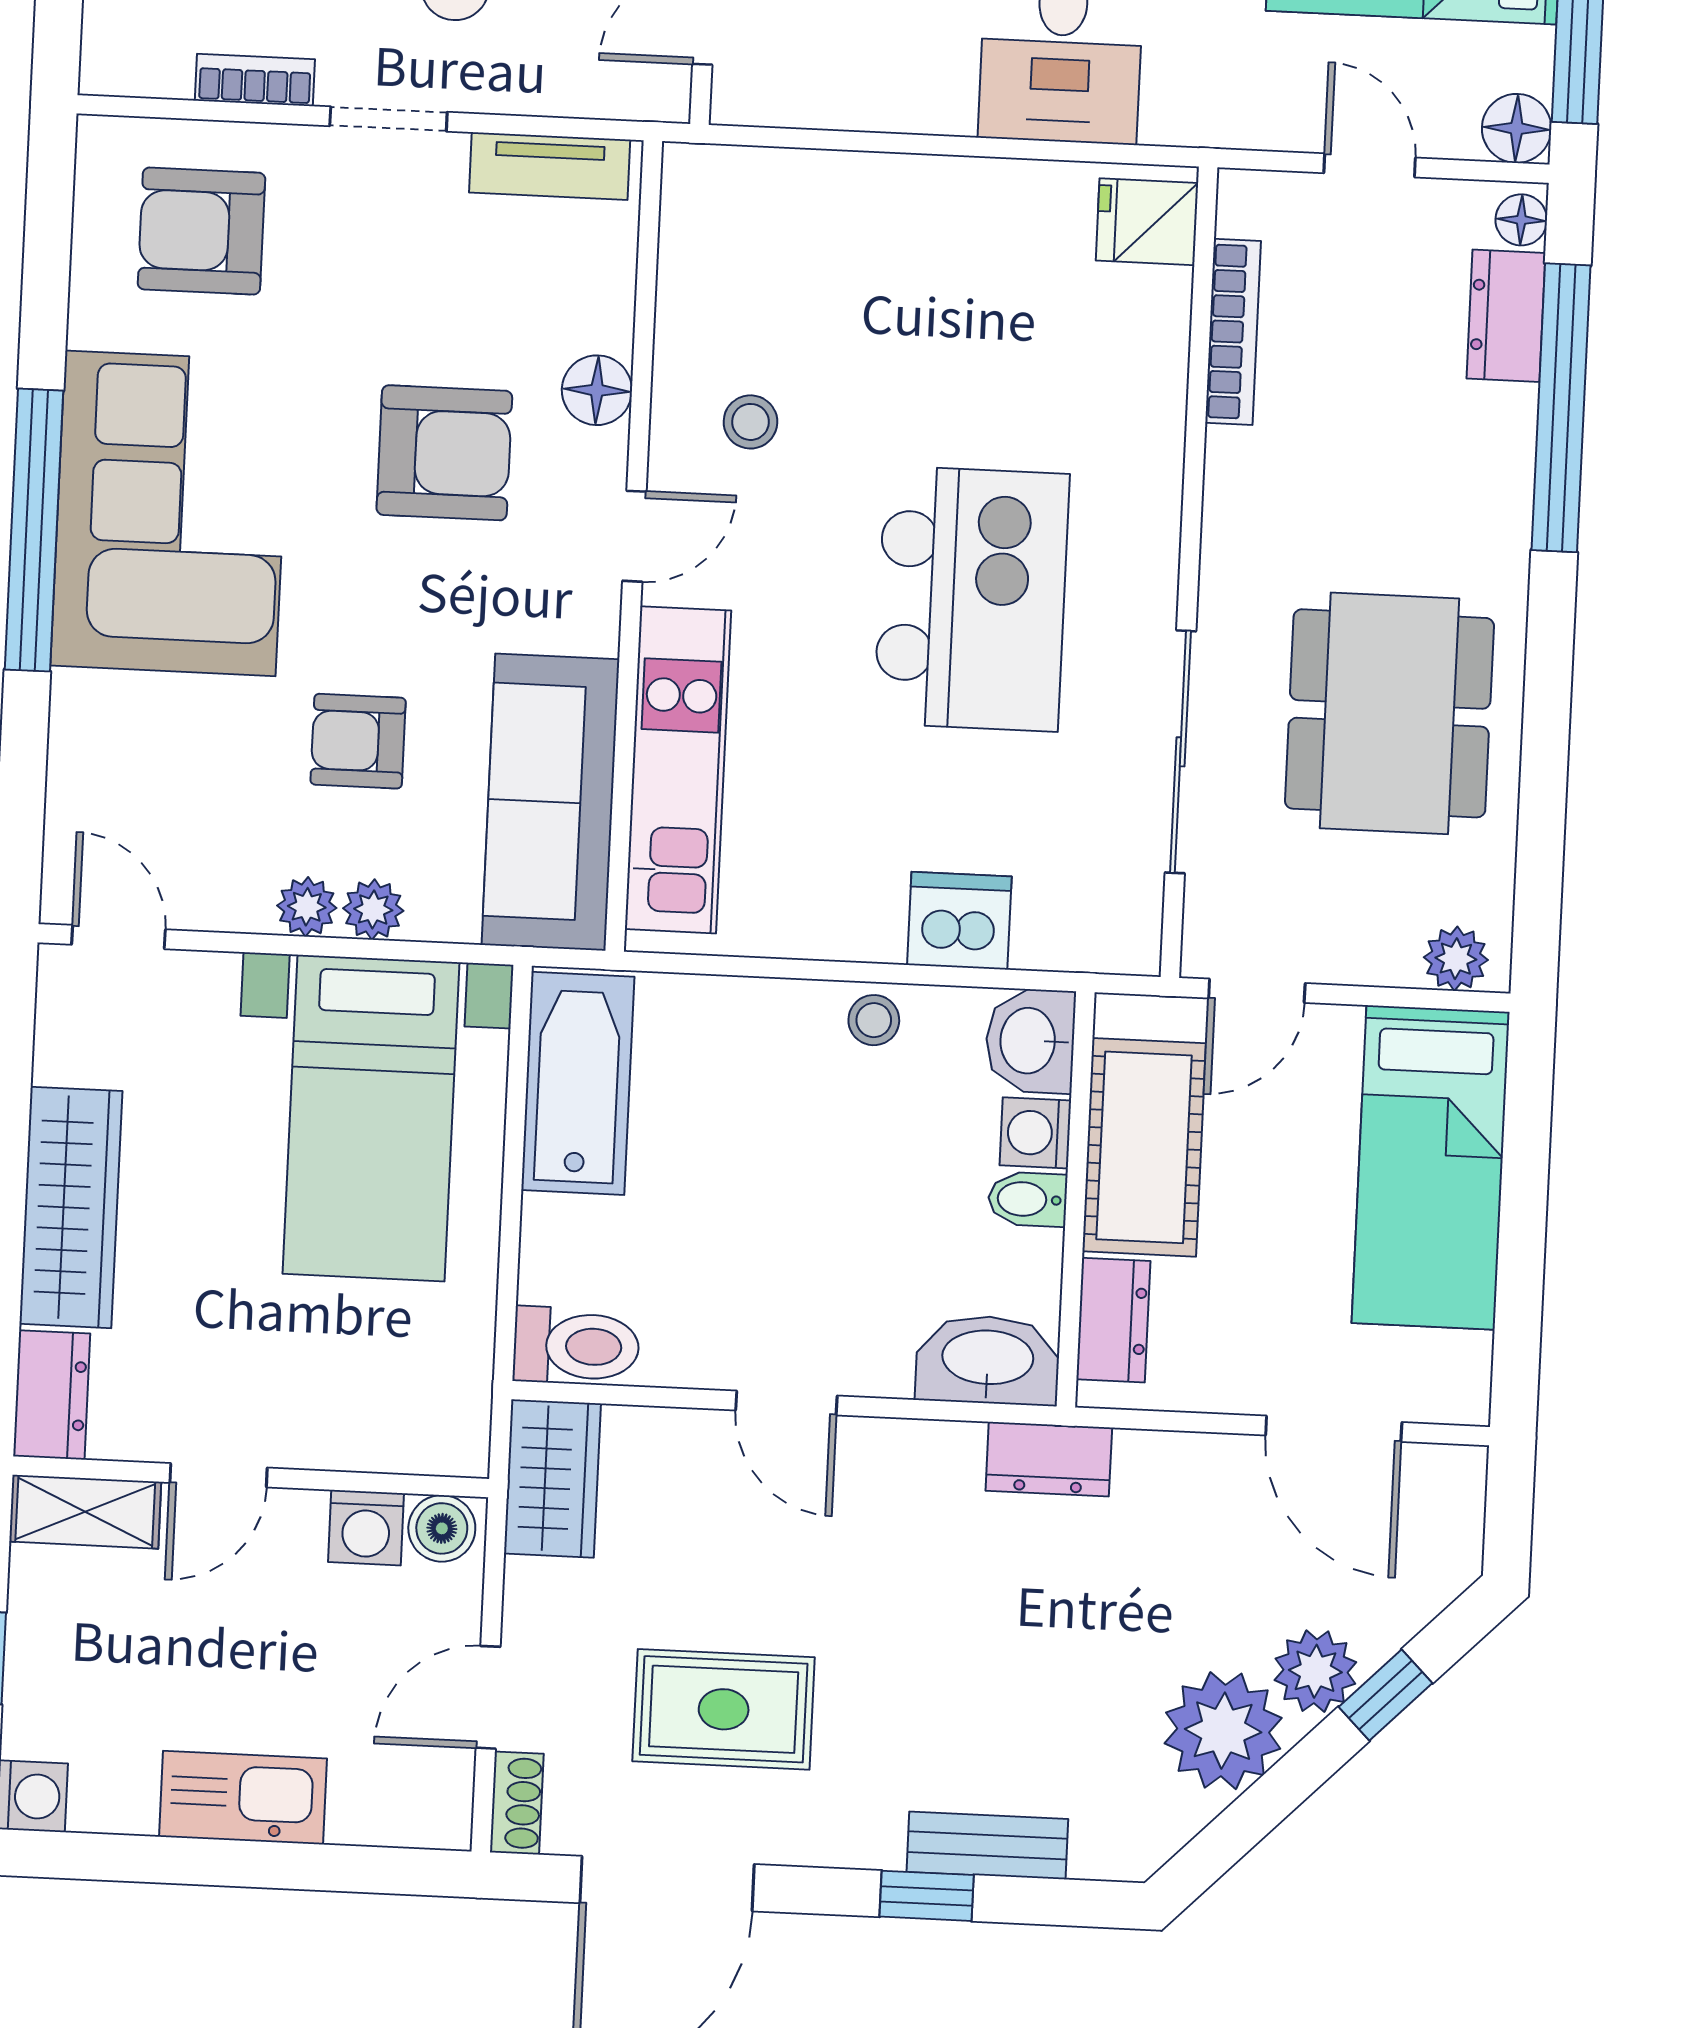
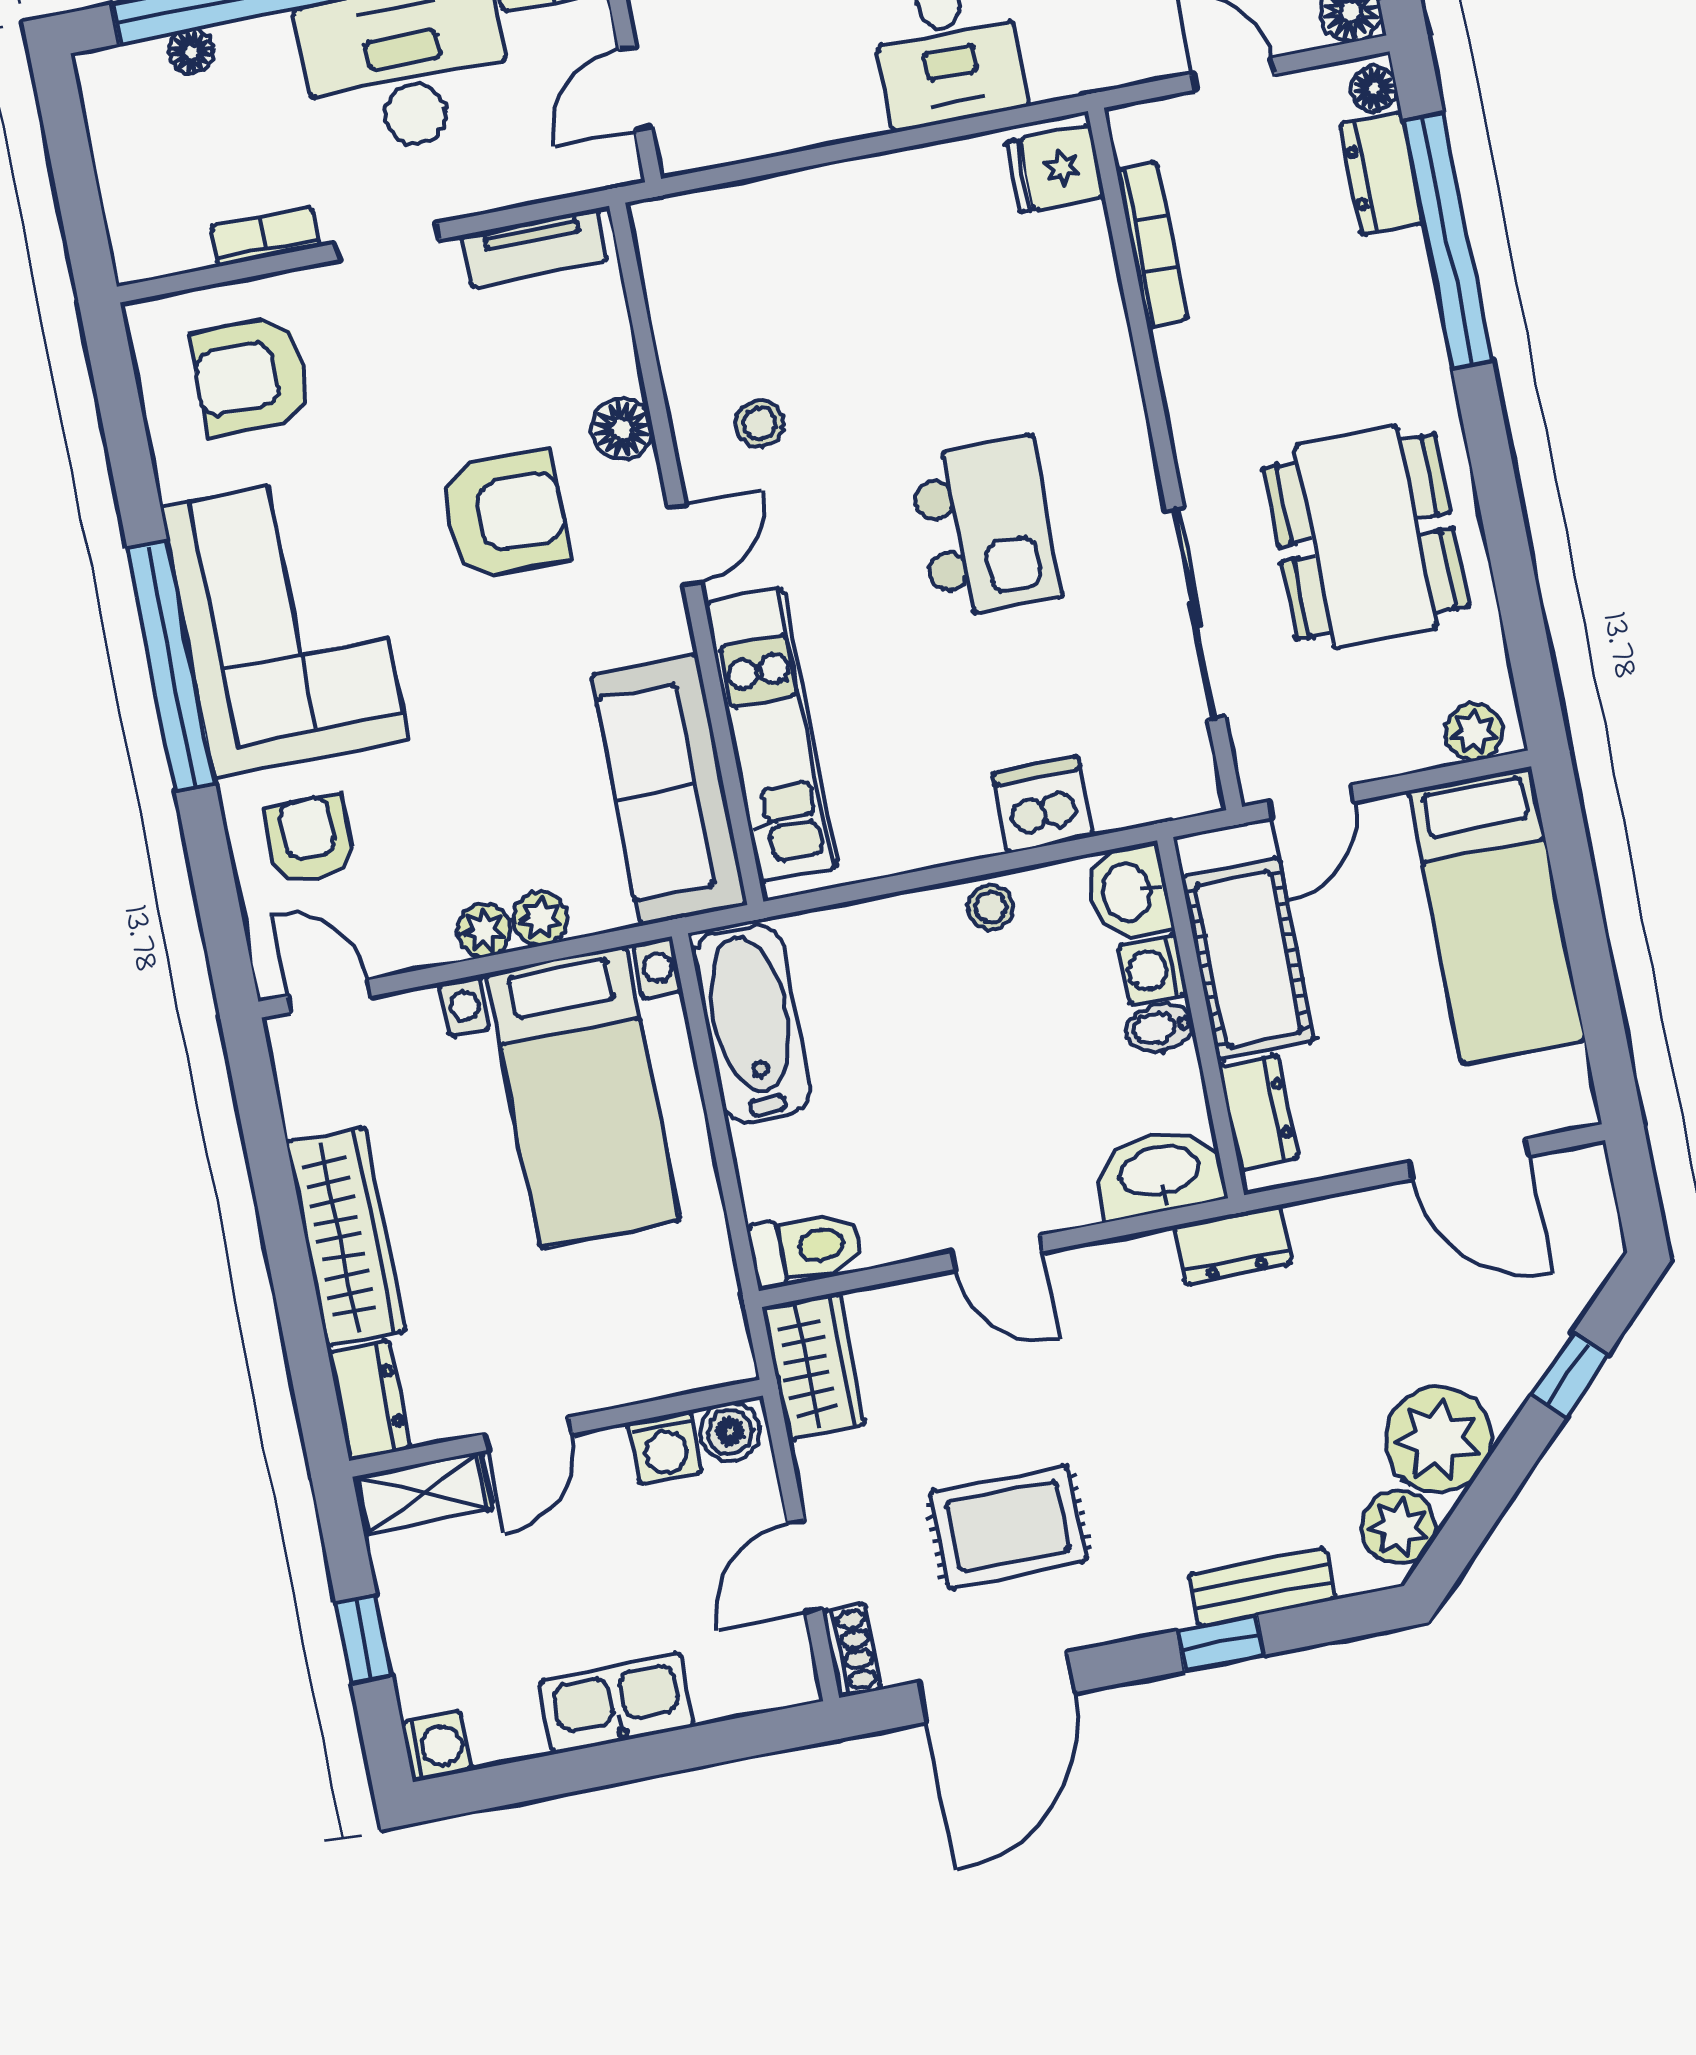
kitchen island: (972, 599) -> (985, 527), width x0.73, depth x0.78
armchair: (358, 741) -> (310, 839), moved, turned 90
plant: (1315, 1671) -> (1399, 1527), moved

